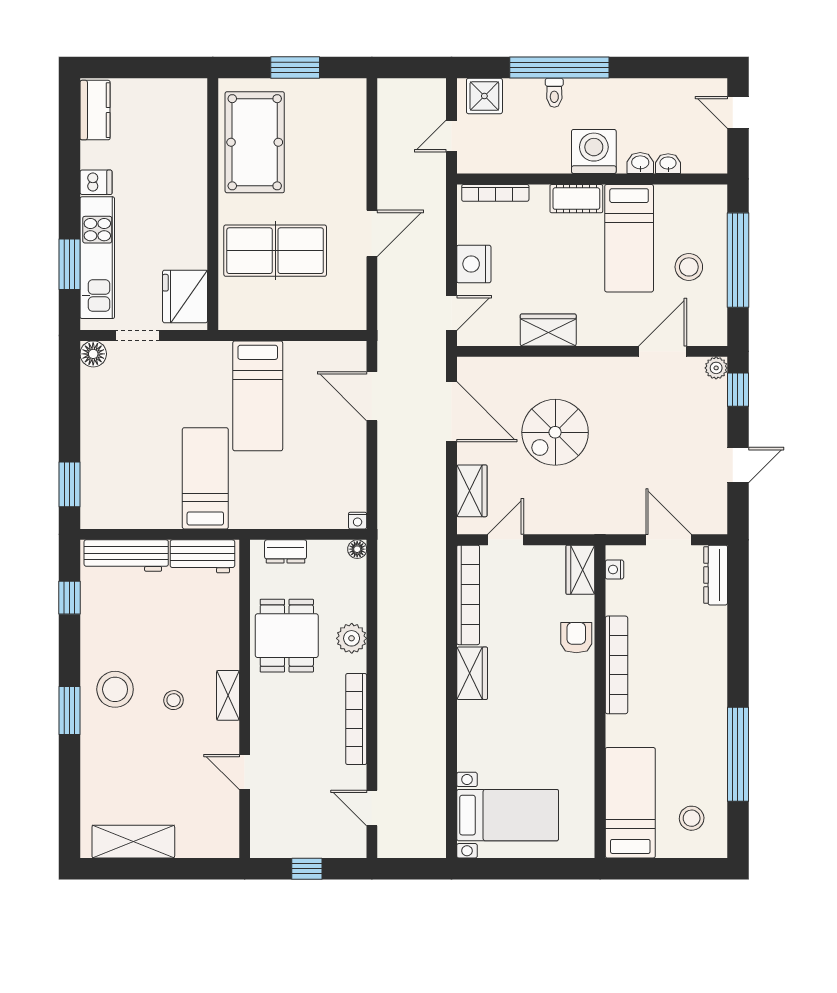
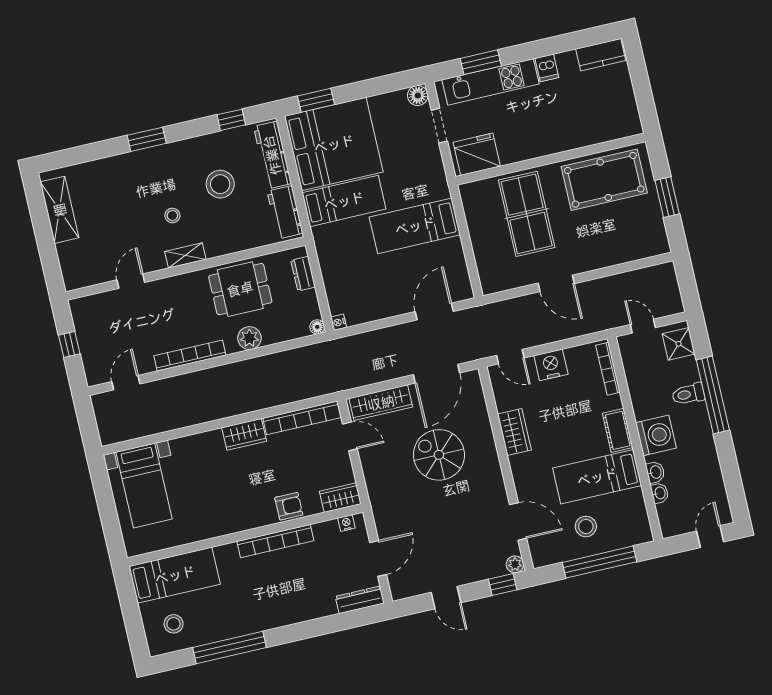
toilet: (554, 93) -> (688, 394), width x1.37, depth x1.39
bed: (130, 475) -> (334, 144), added
wardrobe: (472, 491) -> (381, 403), width x1.50
stool: (115, 689) -> (220, 184), moved

